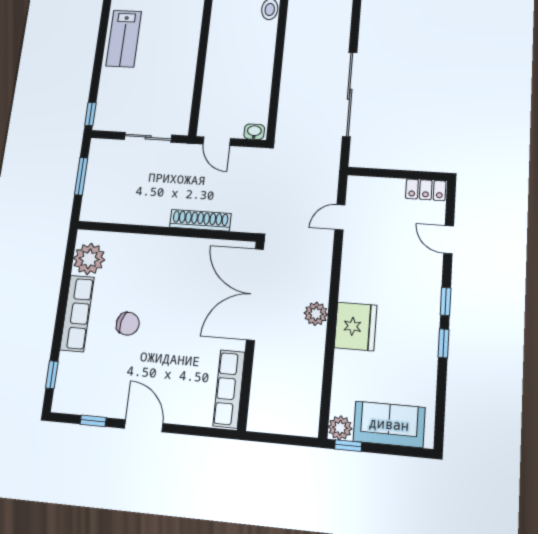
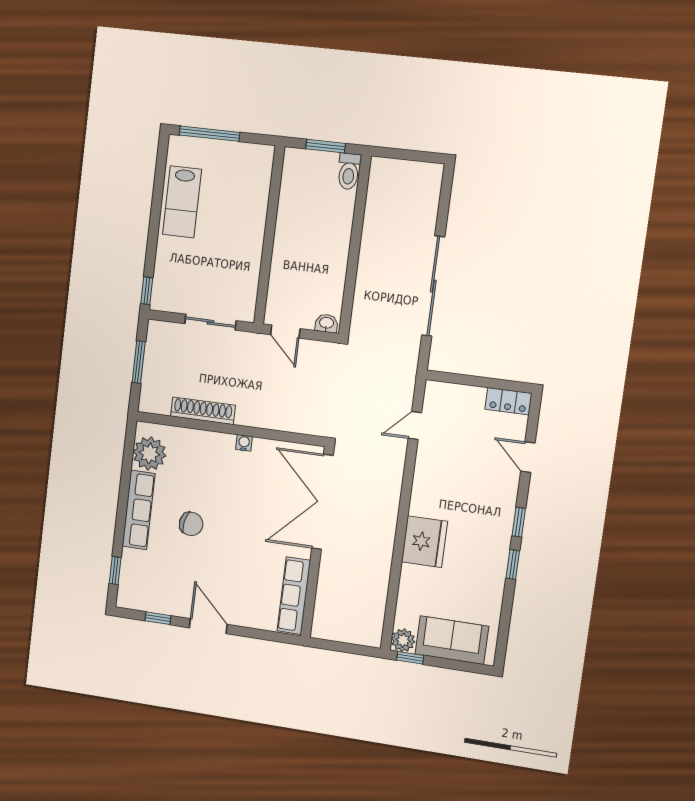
shoe rack: (200, 220) -> (203, 411), moved
water cooler: (179, 243) -> (244, 443), added
plant: (316, 314) -> (384, 526), removed

